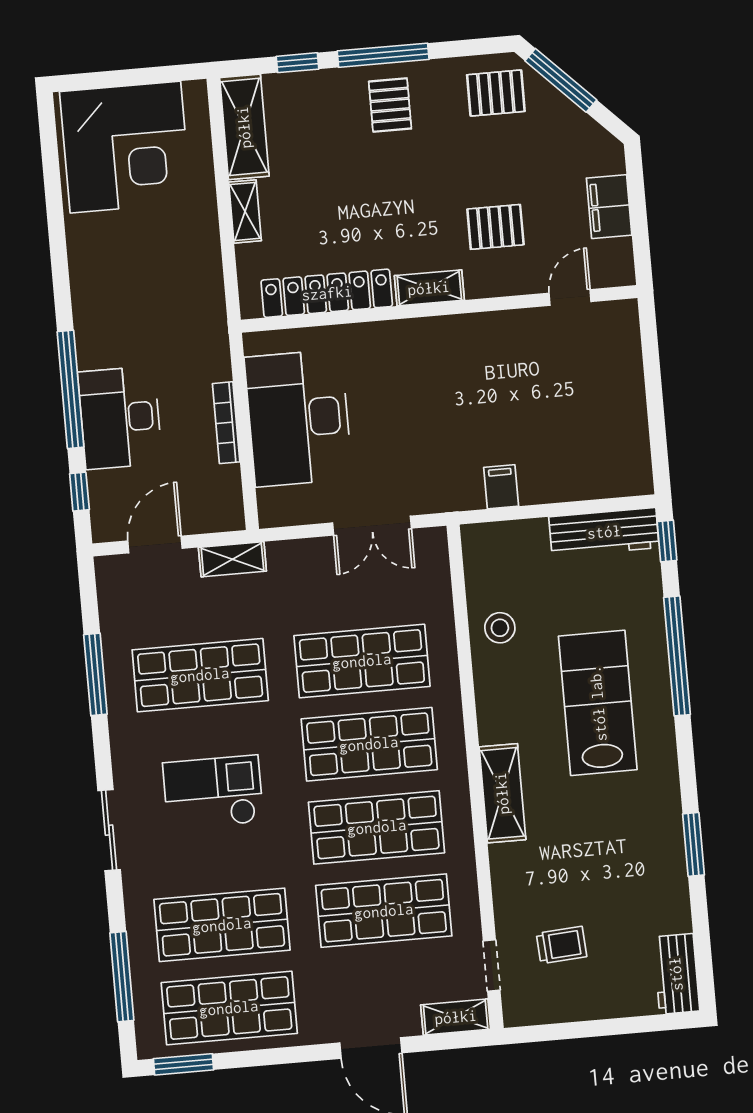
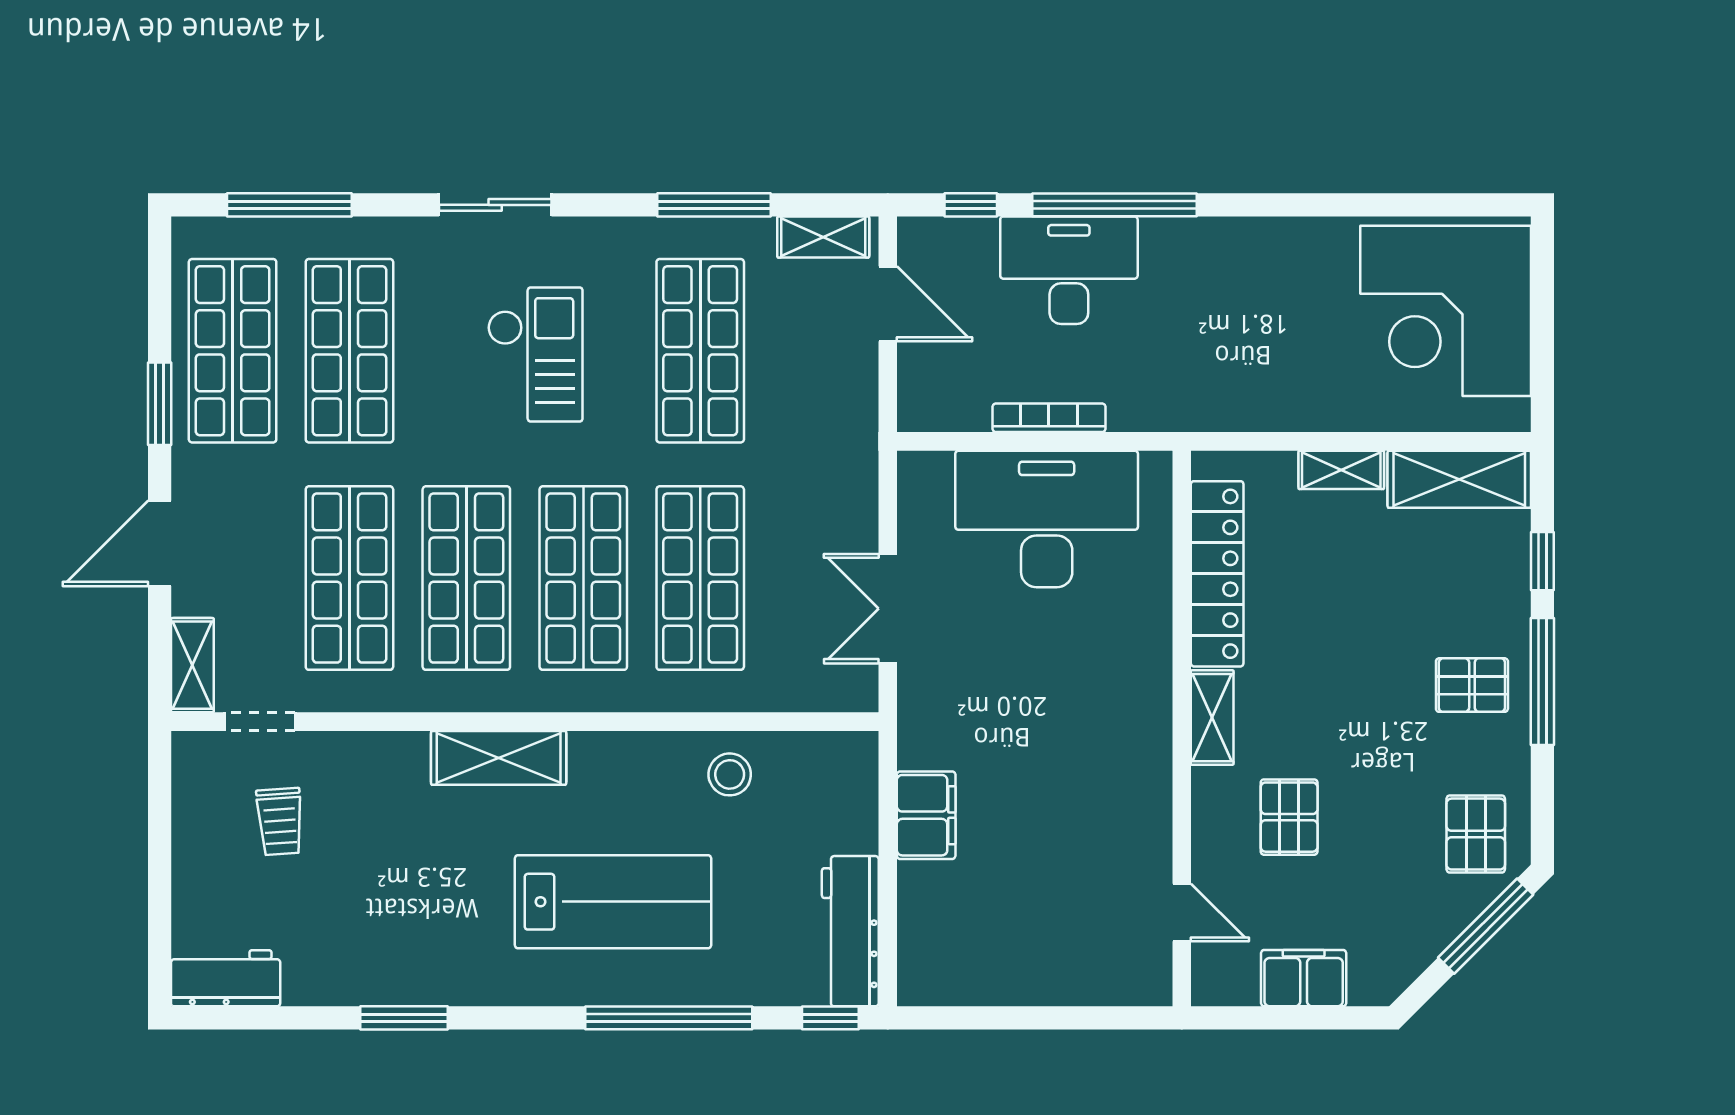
filing cabinet: (501, 487) -> (926, 815), width x2.00
shelving: (232, 559) -> (823, 237), moved, turned 90
window: (183, 1064) -> (160, 404), moved

